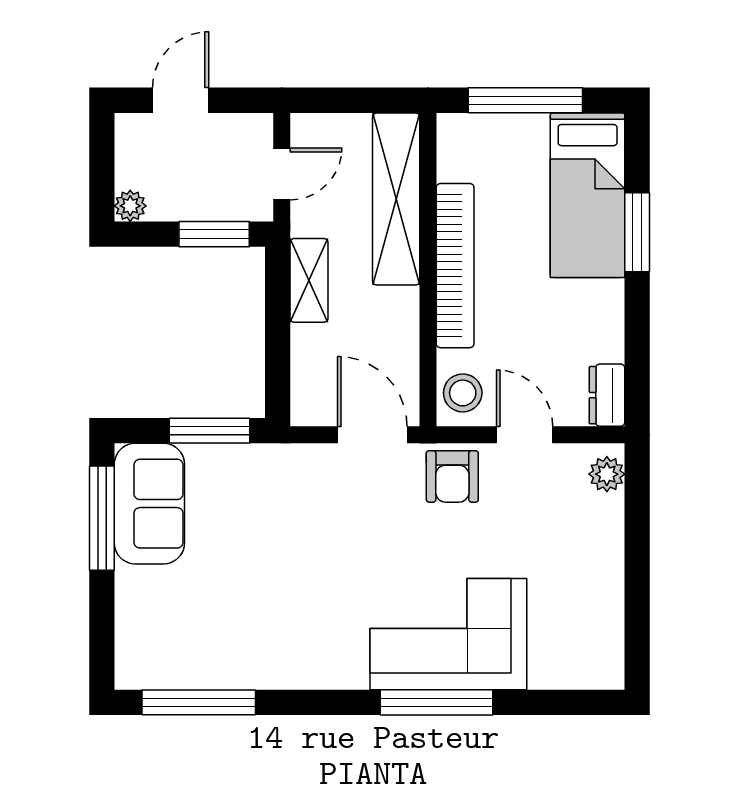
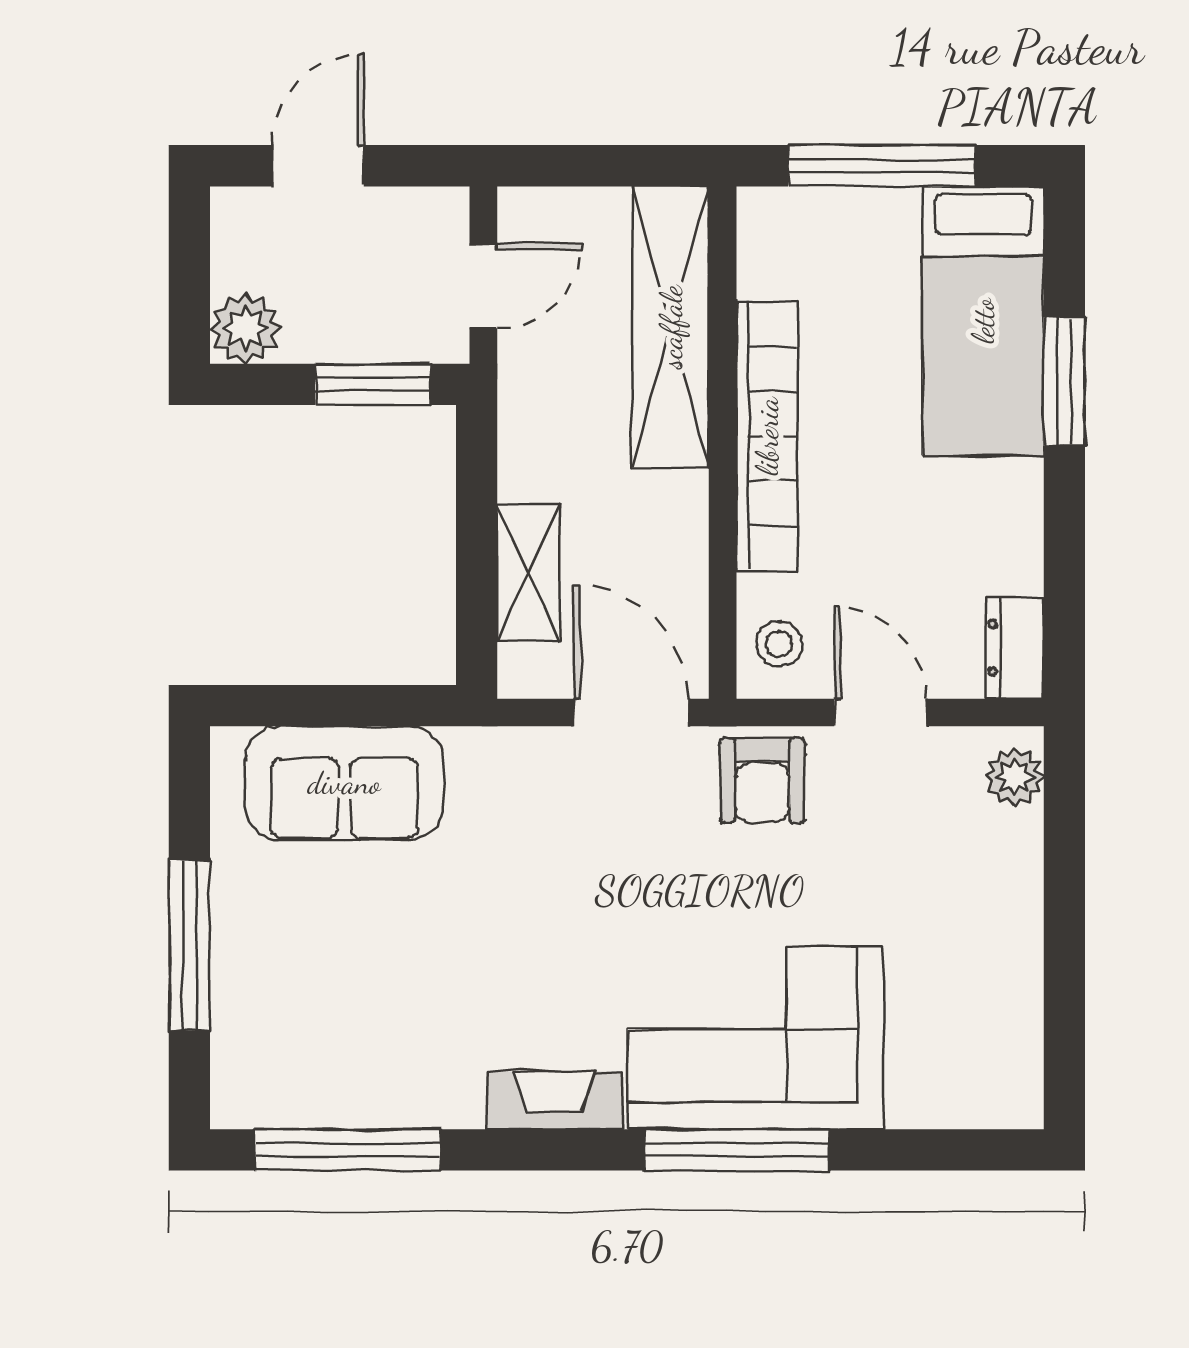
plant: (130, 206) -> (245, 329), width x1.38, depth x1.38
shelving: (309, 280) -> (528, 573), moved
stool: (463, 393) -> (779, 644), width x0.73, depth x0.73
window: (210, 431) -> (365, 706), removed
sofa: (149, 504) -> (344, 783), moved, turned 90
window: (102, 518) -> (189, 945), moved
fireplace: (325, 672) -> (555, 1101), added

